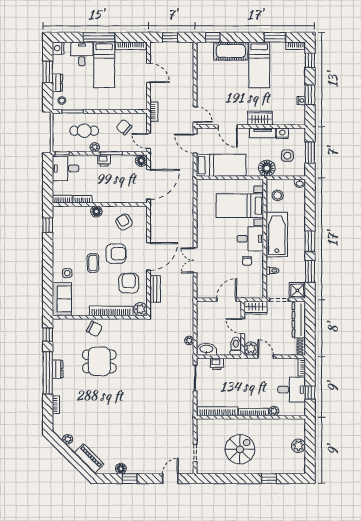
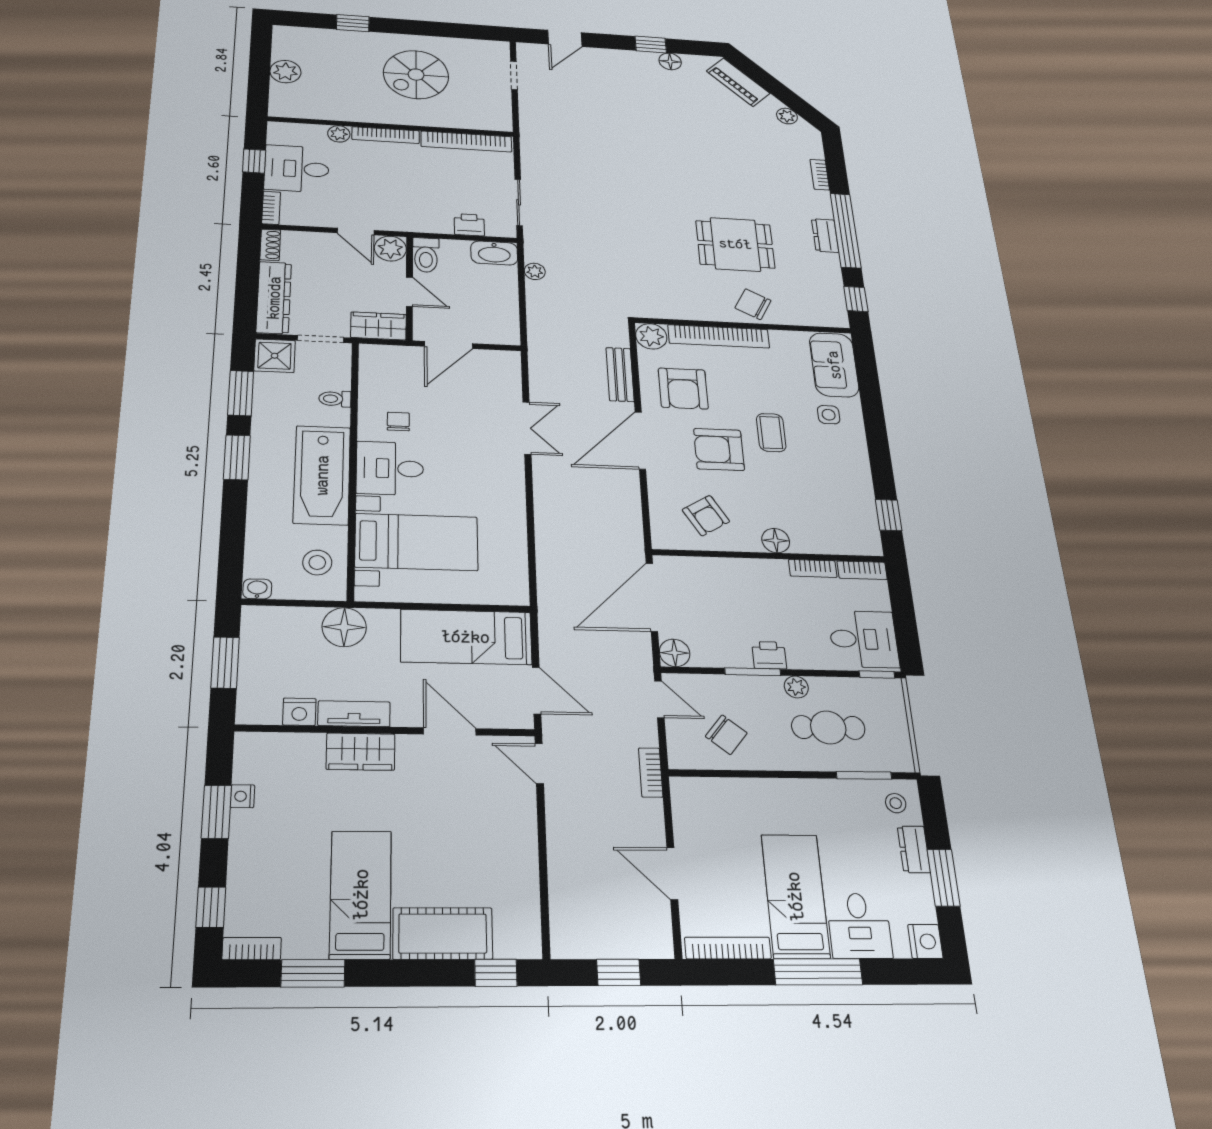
side table: (287, 156) -> (288, 656), removed

